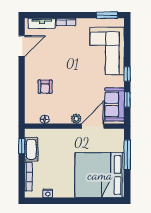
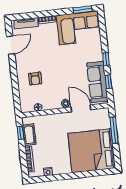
corner sofa: (107, 51) -> (79, 28), moved, turned -90
sofa: (115, 104) -> (97, 82), width x1.36
door: (93, 126) -> (81, 108), hinge flipped

